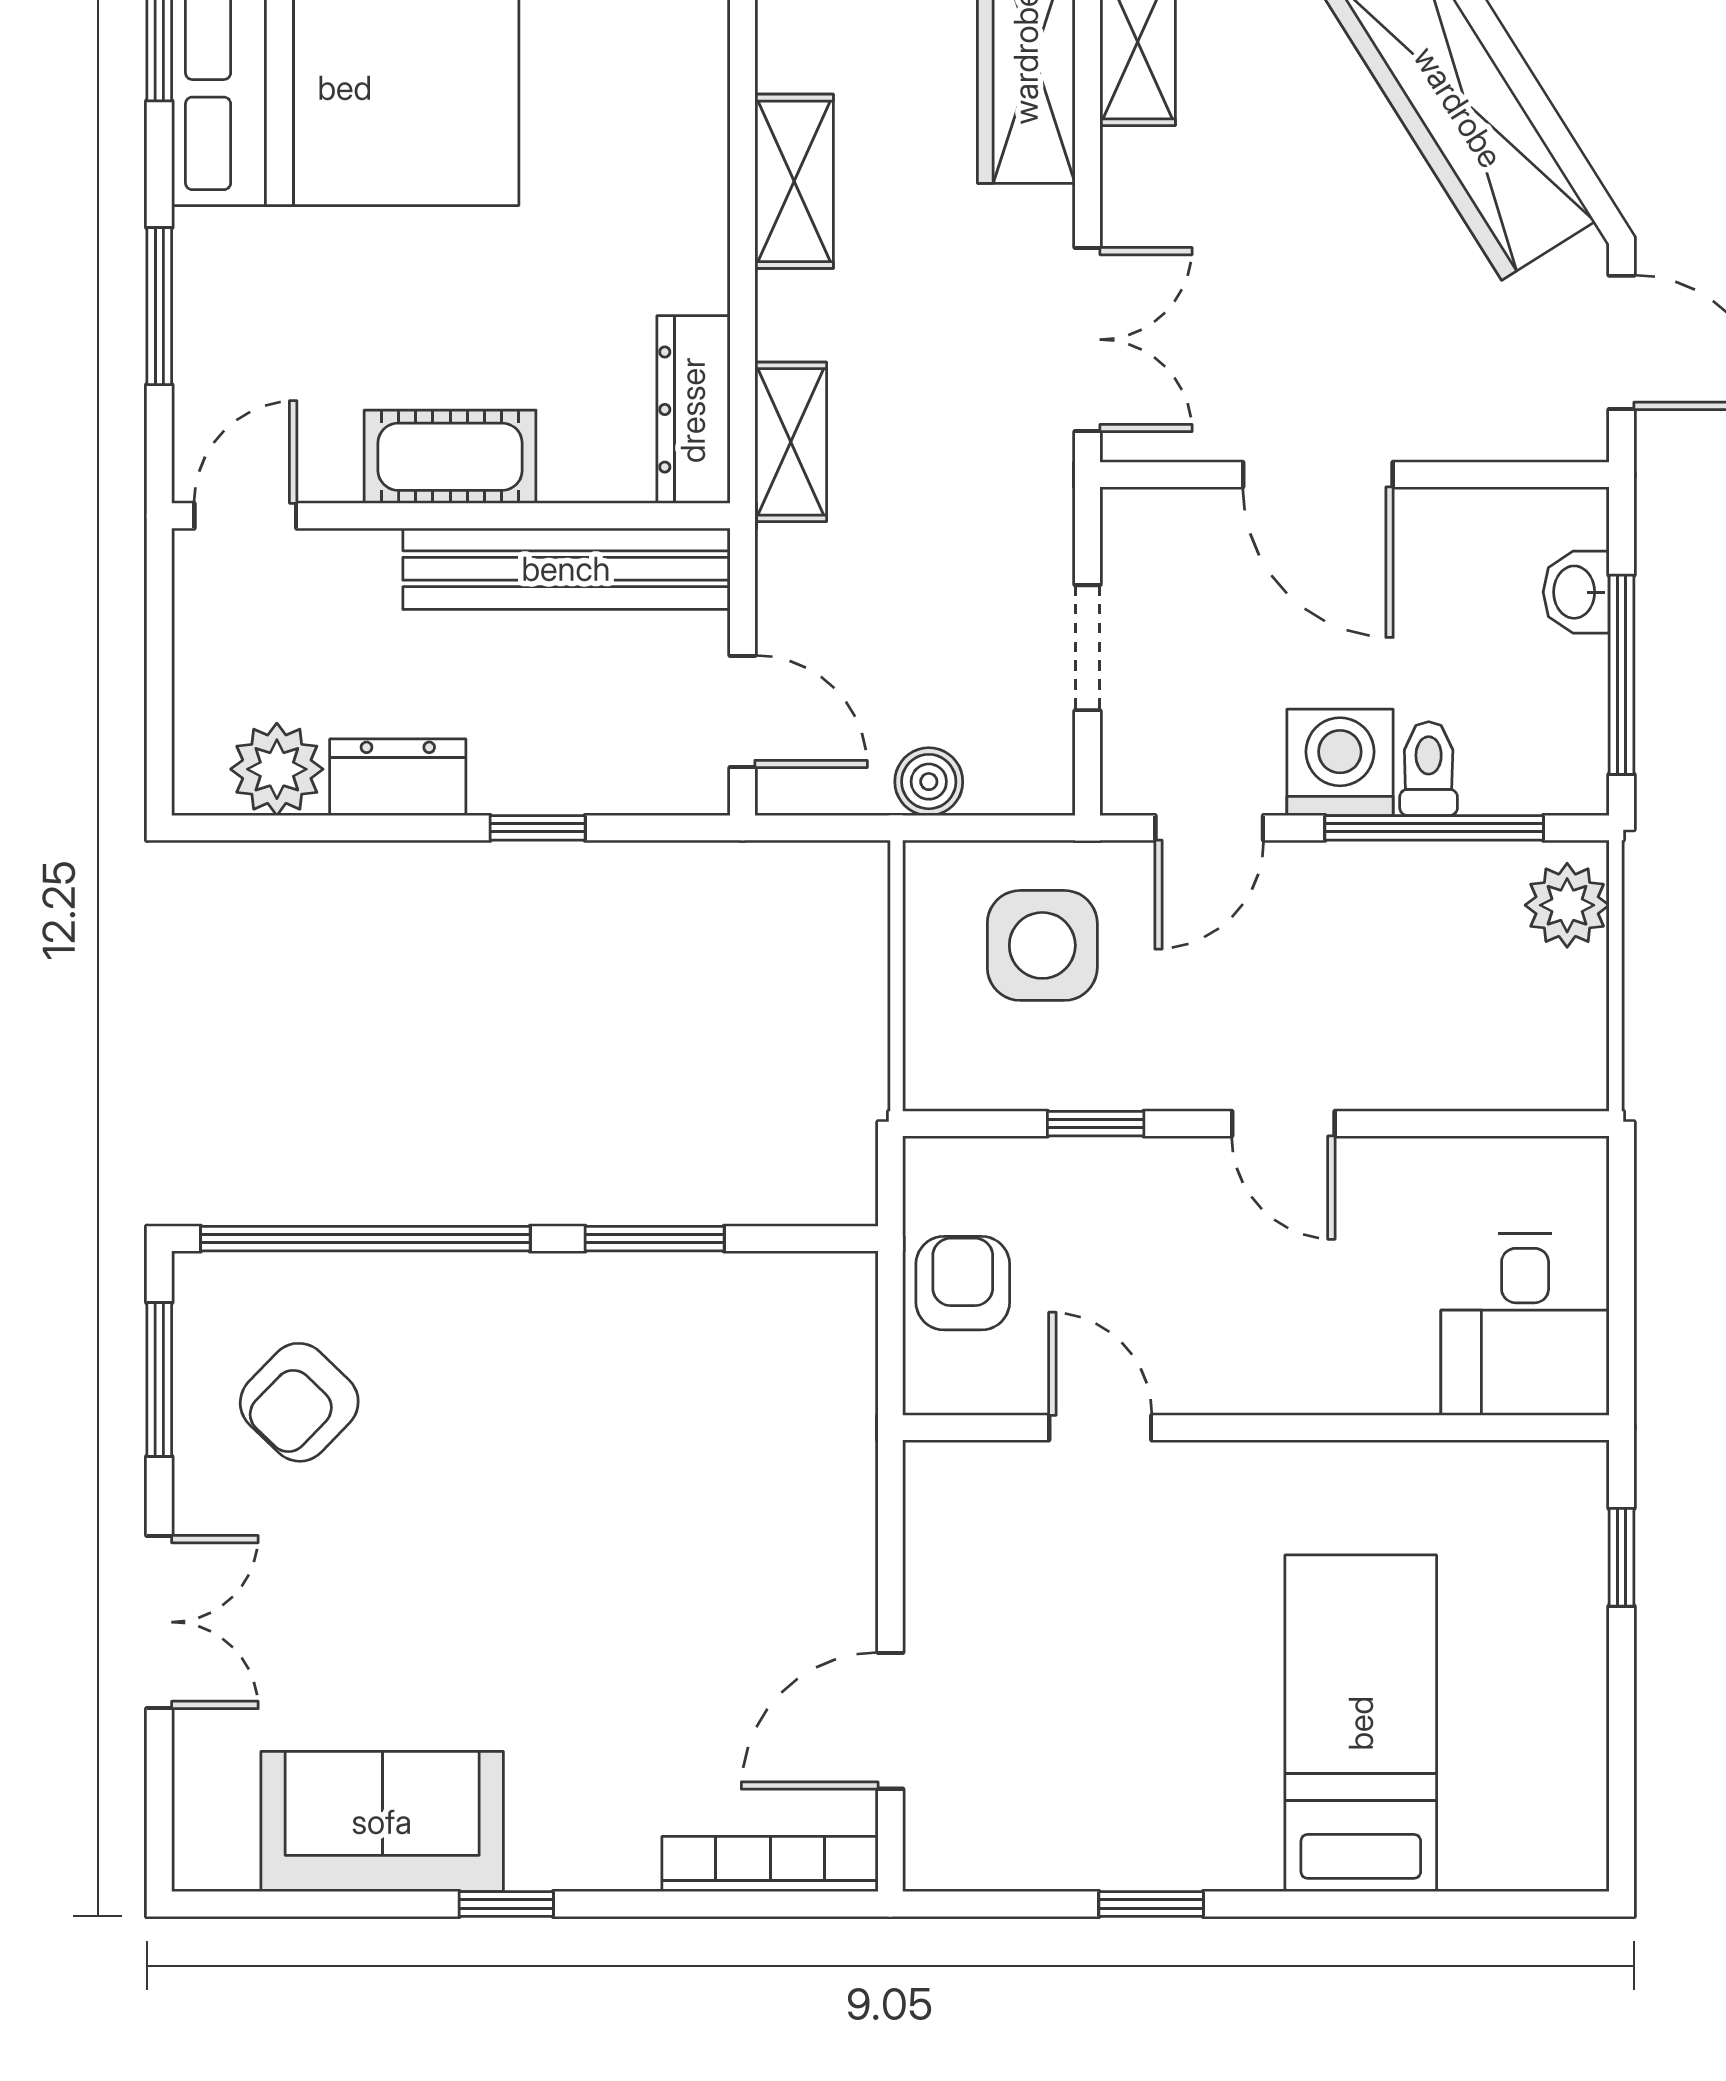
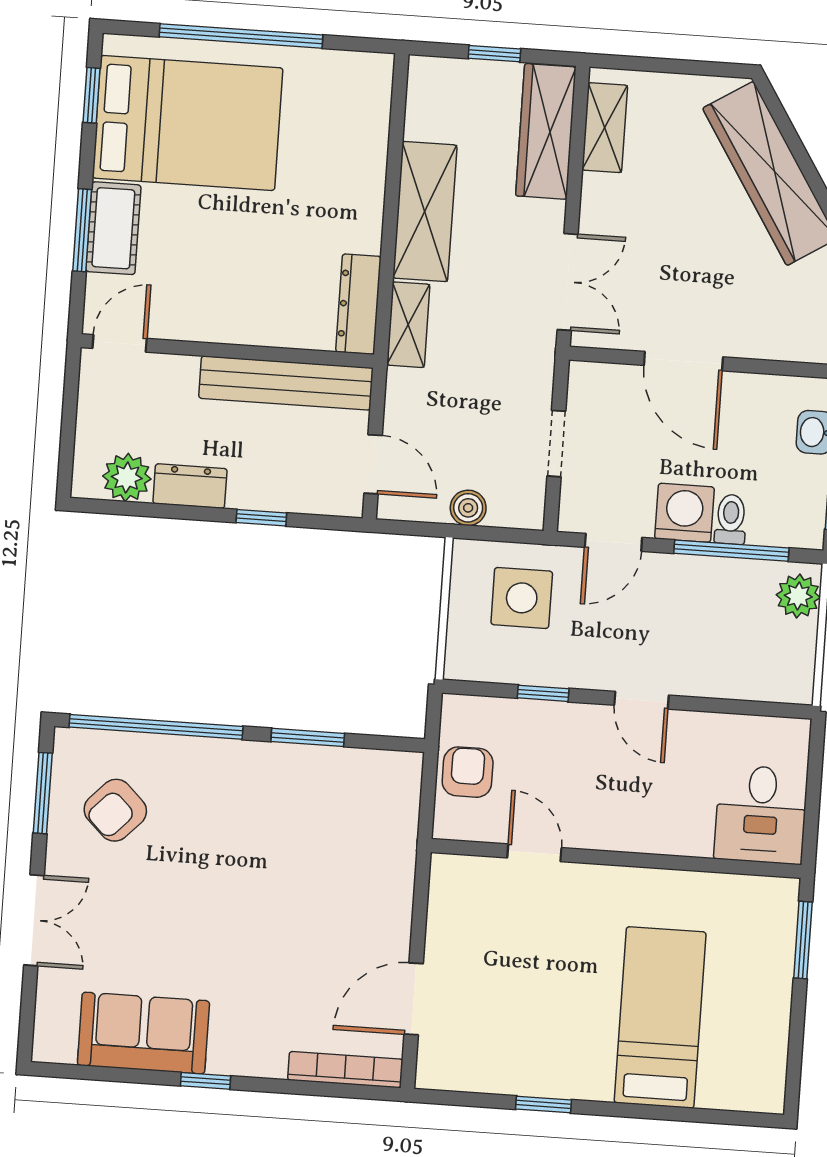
shelving: (794, 181) -> (425, 212), width x1.50, depth x1.33
cot: (450, 457) -> (113, 228), moved, turned 90
window: (1622, 1557) -> (803, 940), width x1.50

